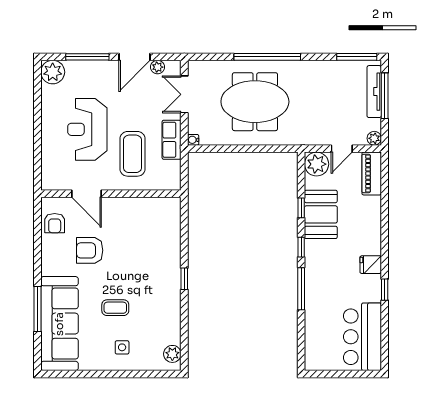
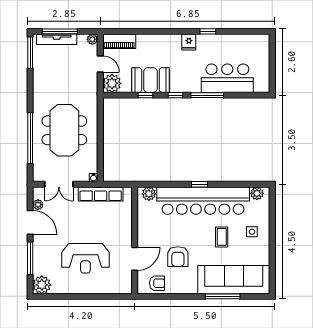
window: (267, 57) -> (30, 138), moved
row of seats: (172, 140) -> (101, 194), width x1.48
coffee table: (132, 154) -> (104, 224), removed
plant: (172, 212) -> (149, 194), added
bar counter: (163, 283) -> (203, 201), added
bar counter: (362, 337) -> (227, 78), moved, turned 180

